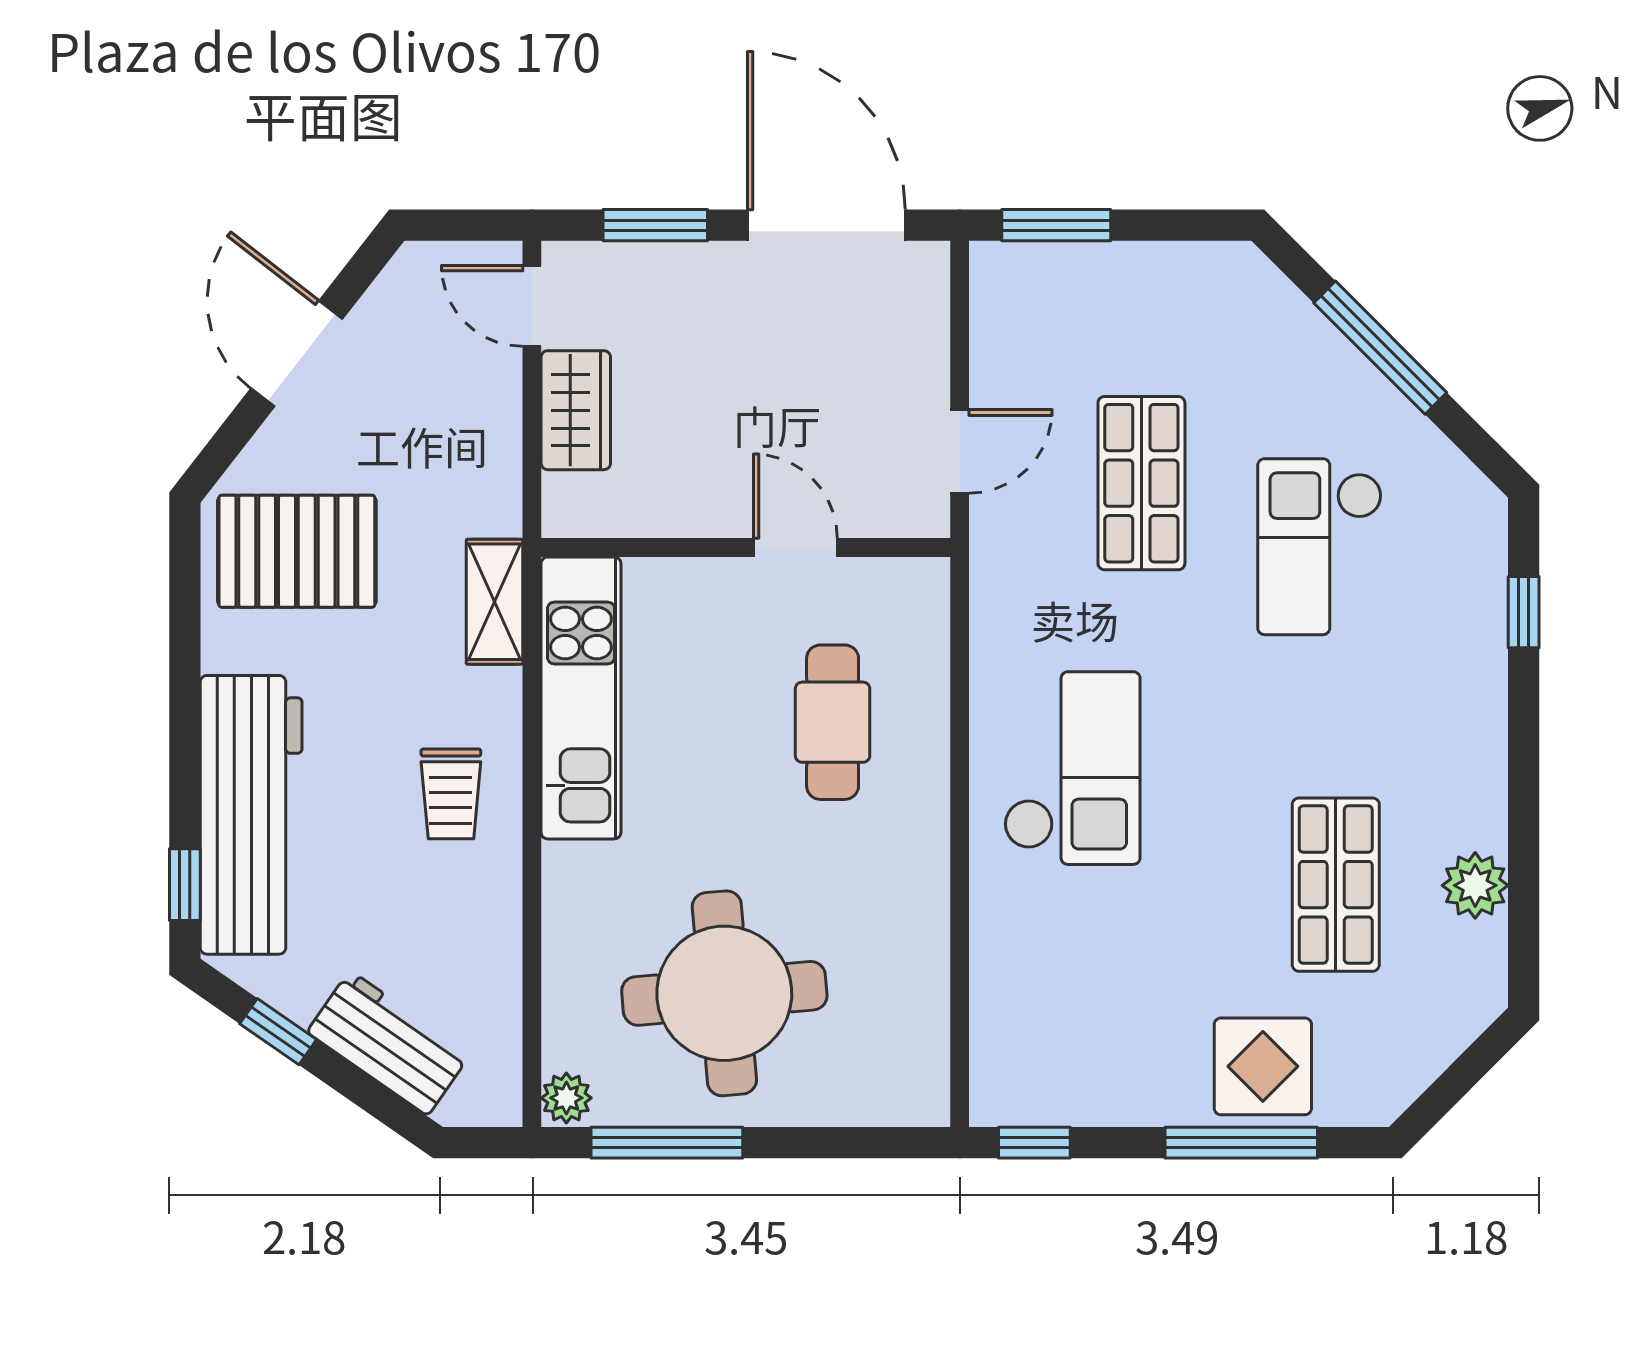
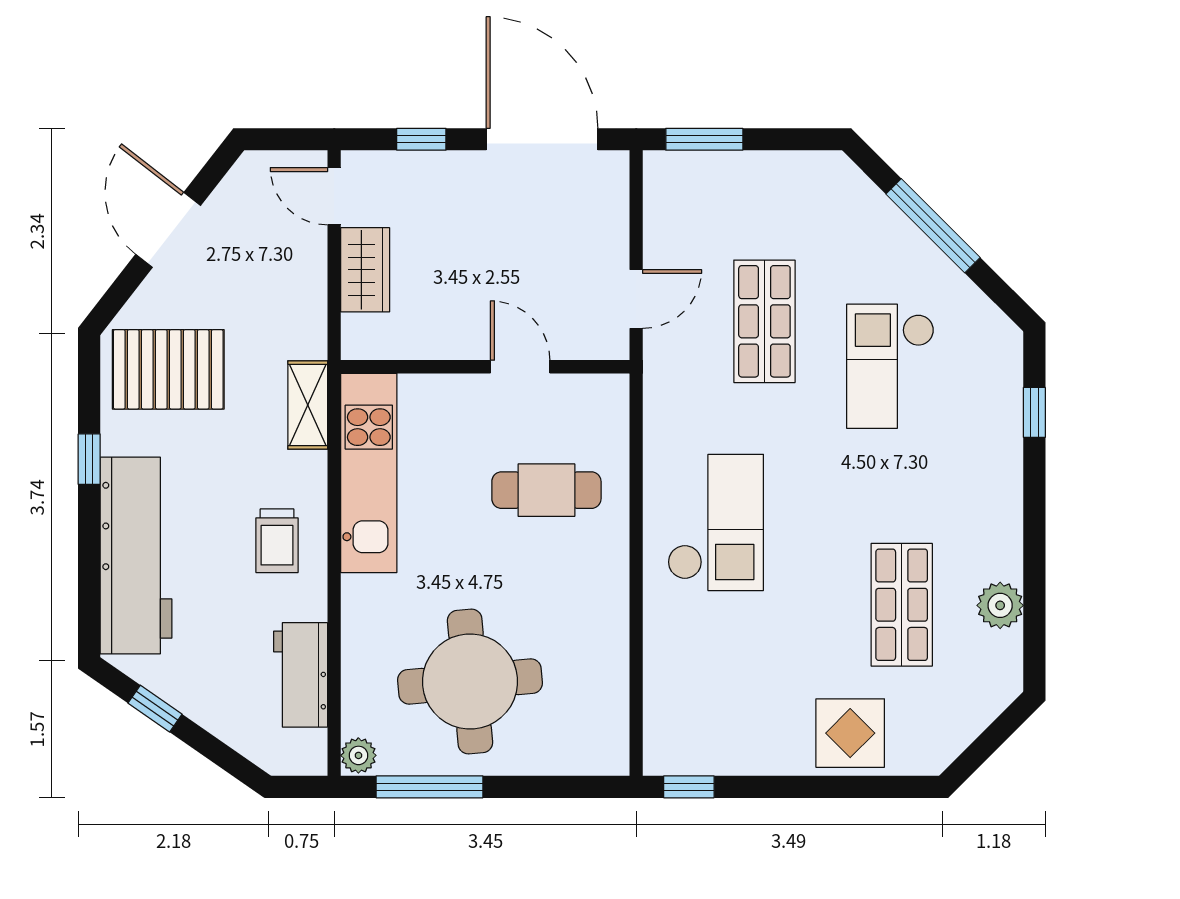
window: (655, 225) -> (421, 139), width x0.67
cafe table: (833, 722) -> (546, 490), turned 90
window: (185, 885) -> (89, 459), moved
workbench: (389, 1043) -> (301, 675), moved, turned -125
window: (1241, 1143) -> (835, 787), removed

